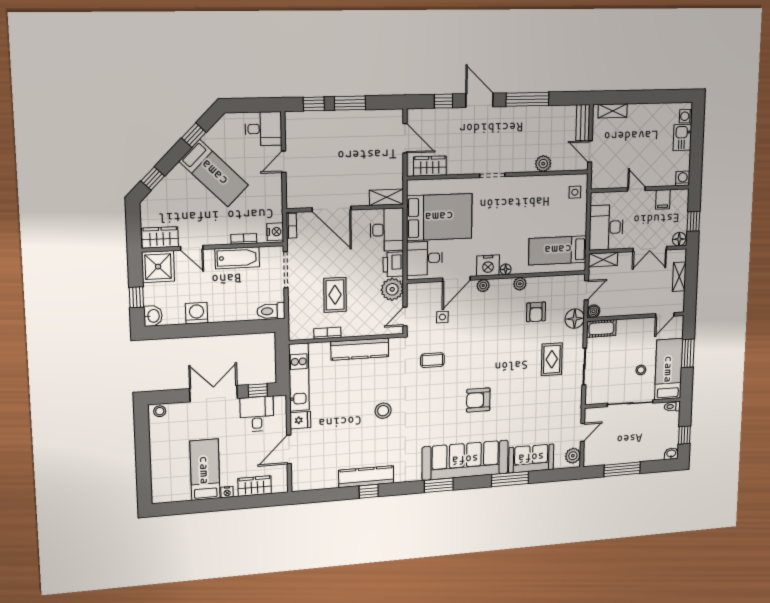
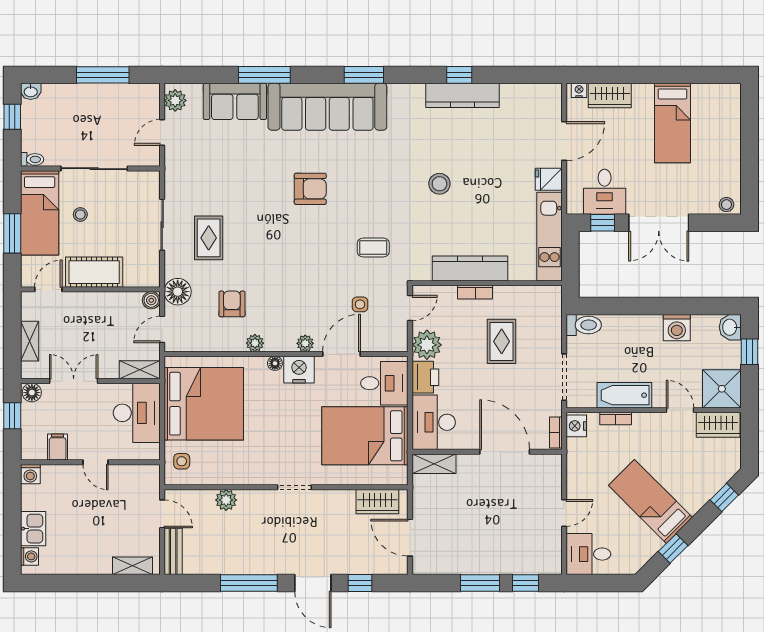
bed: (558, 250) -> (204, 404), width x2.04
cot: (601, 328) -> (94, 272), moved, width x1.37, depth x1.34
bookcase: (327, 333) -> (475, 292), moved
nightstand: (227, 492) -> (579, 90), moved

